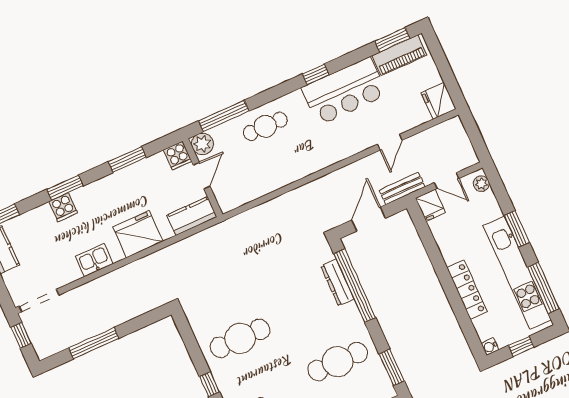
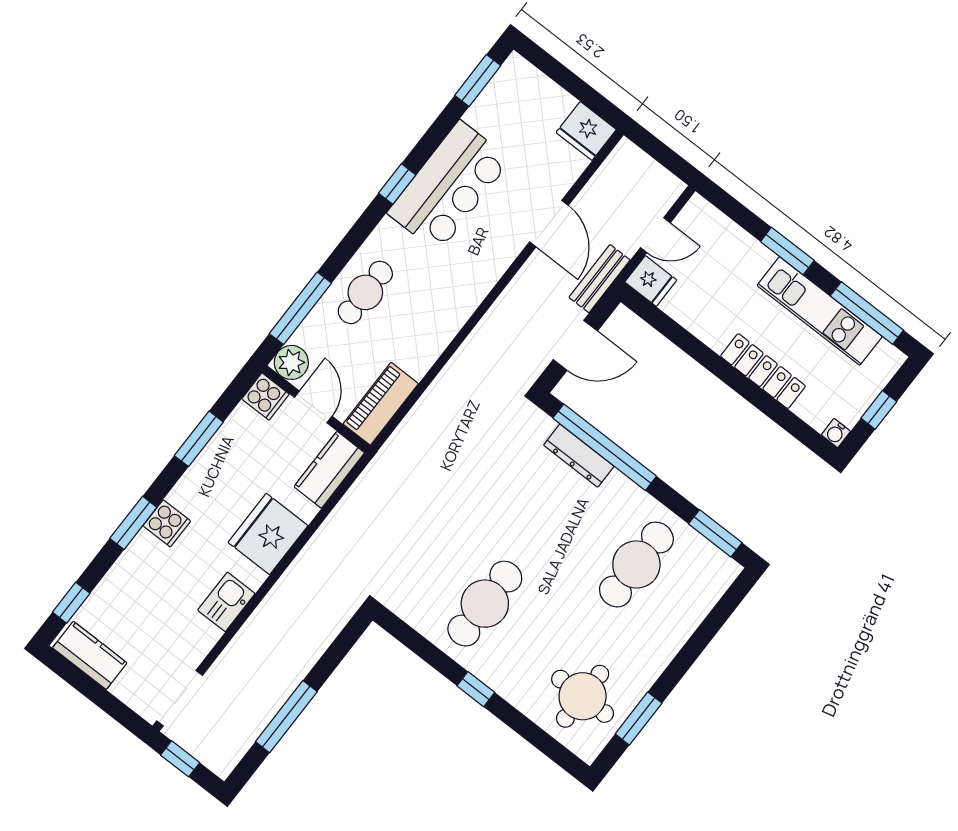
piano: (399, 55) -> (381, 404), moved, turned 180
door: (390, 142) -> (549, 224), width x1.38
plant: (481, 184) -> (705, 214), removed
cooker: (63, 207) -> (167, 523), moved
door: (369, 219) -> (575, 345), swing flipped
kitchen unit: (517, 273) -> (820, 311), width x0.73

